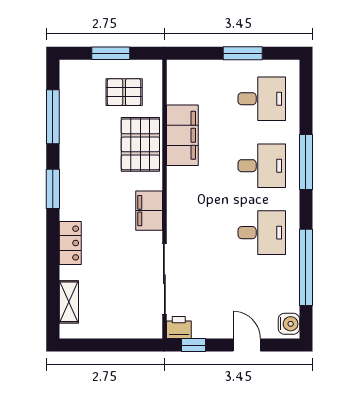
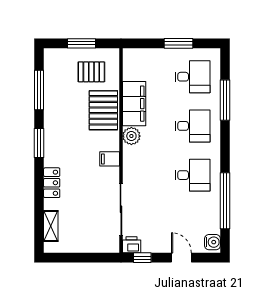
window: (306, 162) -> (225, 100), moved
plant: (179, 179) -> (131, 136), added
filing cabinet: (149, 211) -> (110, 159), width x0.50

